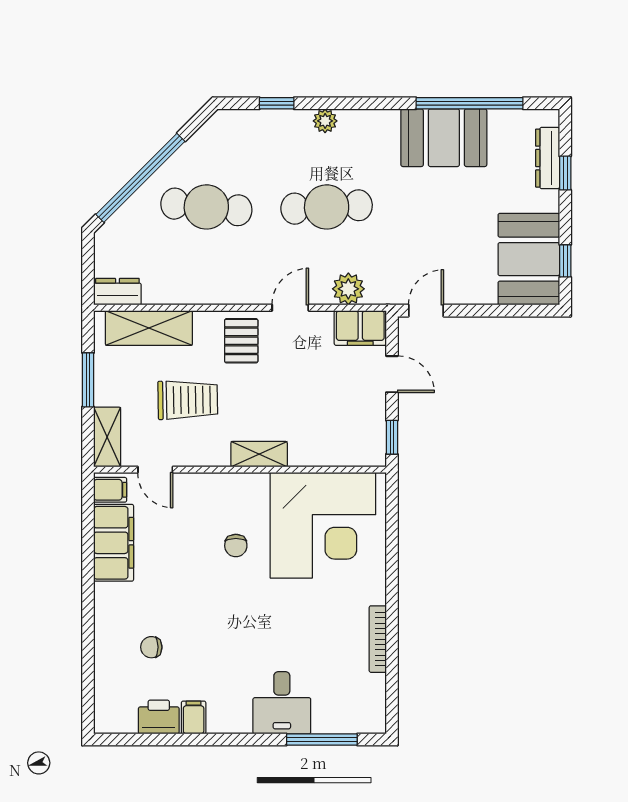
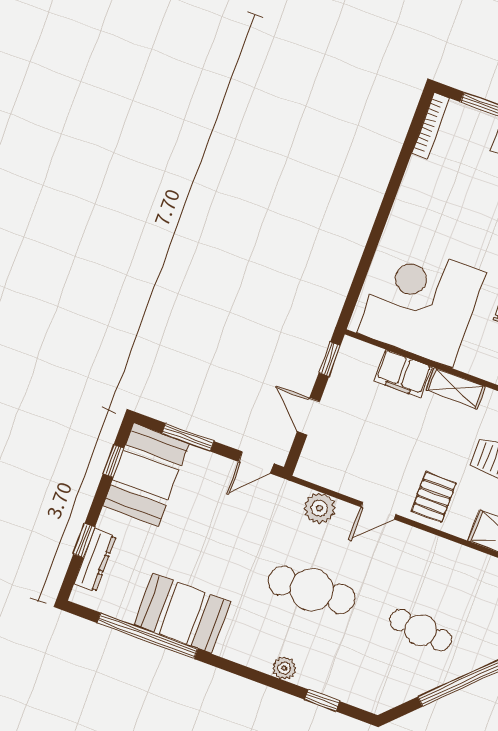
cafe table: (206, 207) -> (421, 630), width x0.73, depth x0.74
window: (501, 311) -> (188, 437), added
filing cabinet: (360, 328) -> (403, 374), moved, turned 180
bookcase: (378, 639) -> (431, 126), moved

